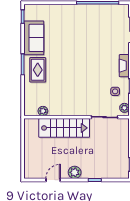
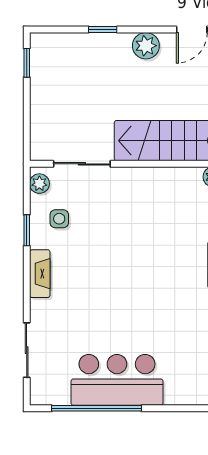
bar counter: (88, 16) -> (117, 380), added

